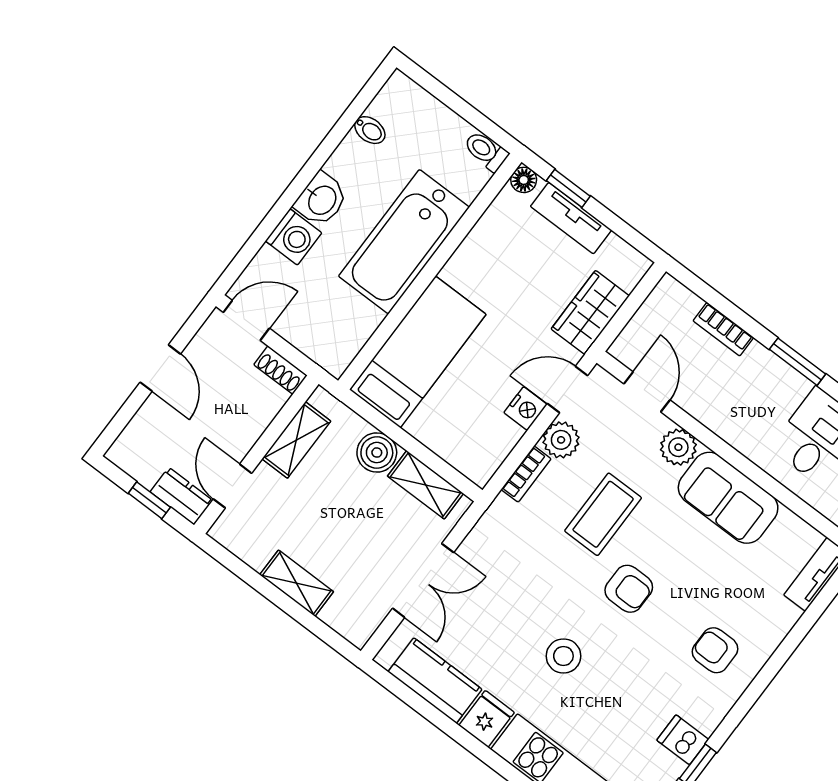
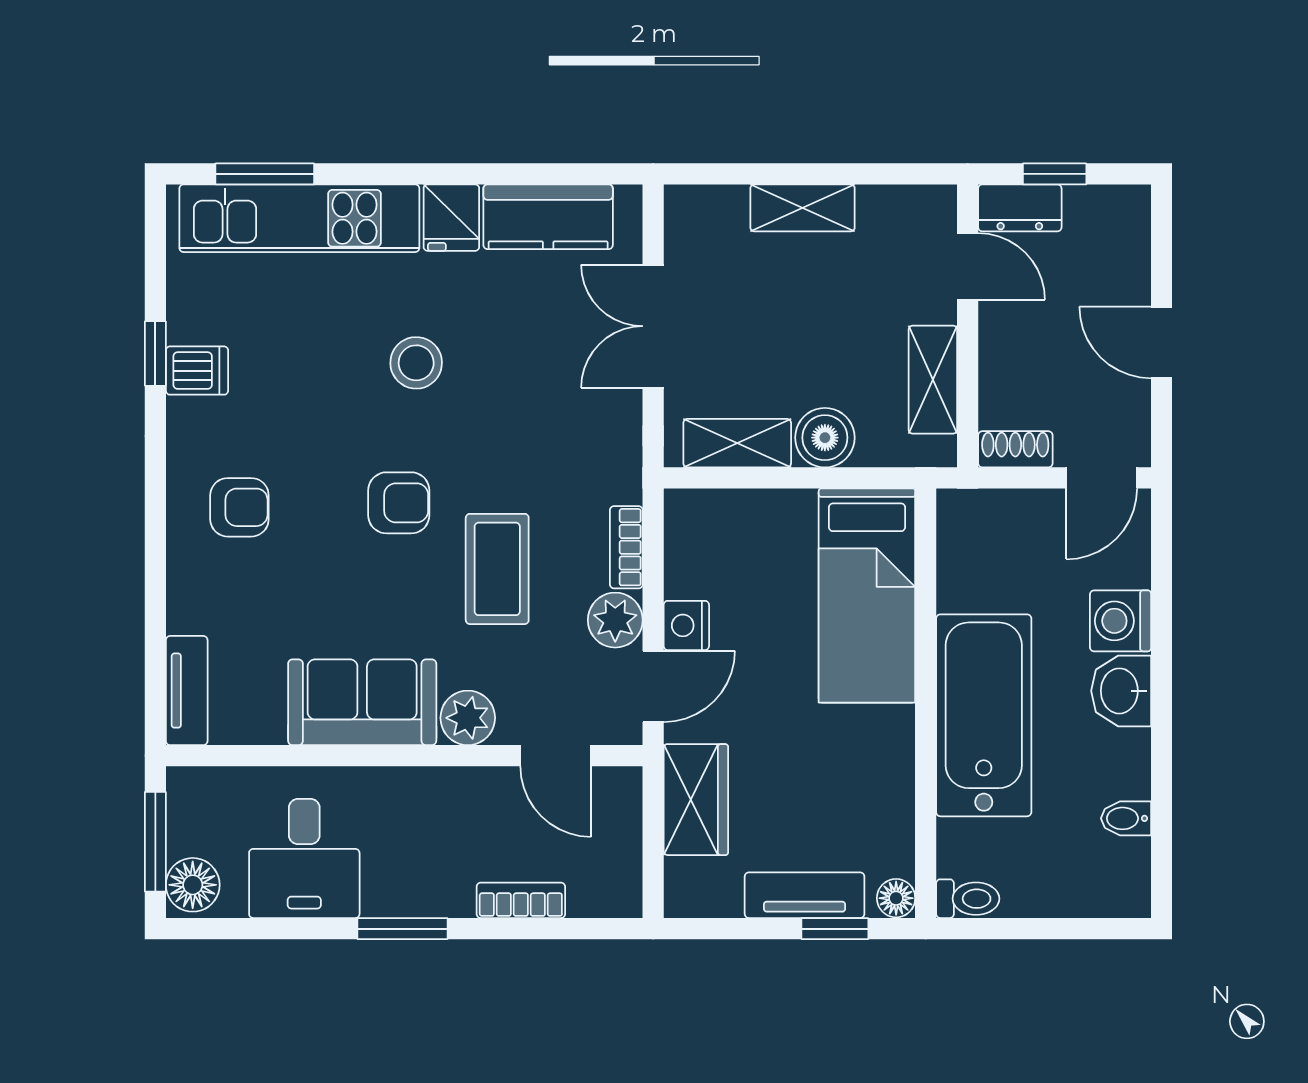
armchair: (629, 589) -> (399, 503), turned 180

